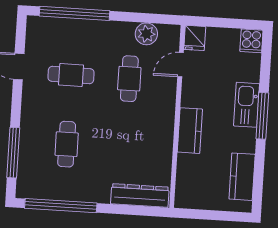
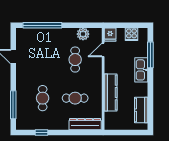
cooker: (251, 41) -> (131, 34), moved
cafe table: (71, 75) -> (75, 98), moved
window: (262, 116) -> (150, 55), moved
kitchen counter: (190, 131) -> (111, 92), width x1.50
window: (61, 206) -> (41, 132), width x0.32

